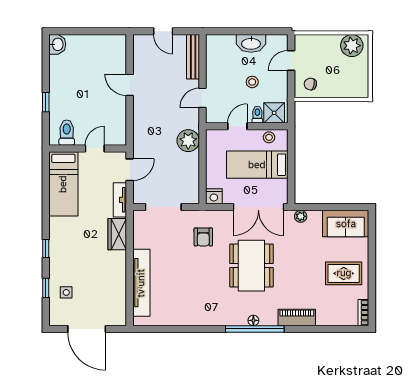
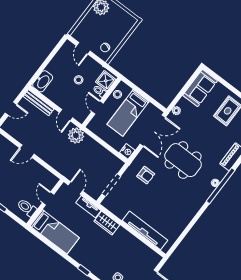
washbasin: (251, 43) -> (43, 81), moved
plant: (188, 141) -> (76, 136), moved

